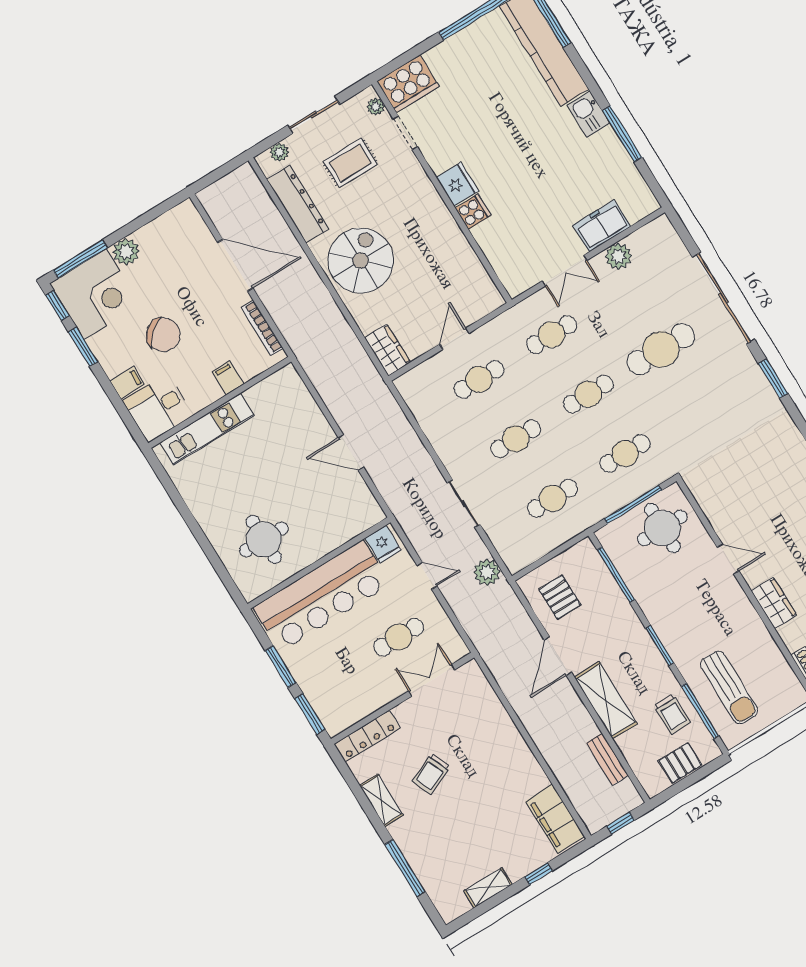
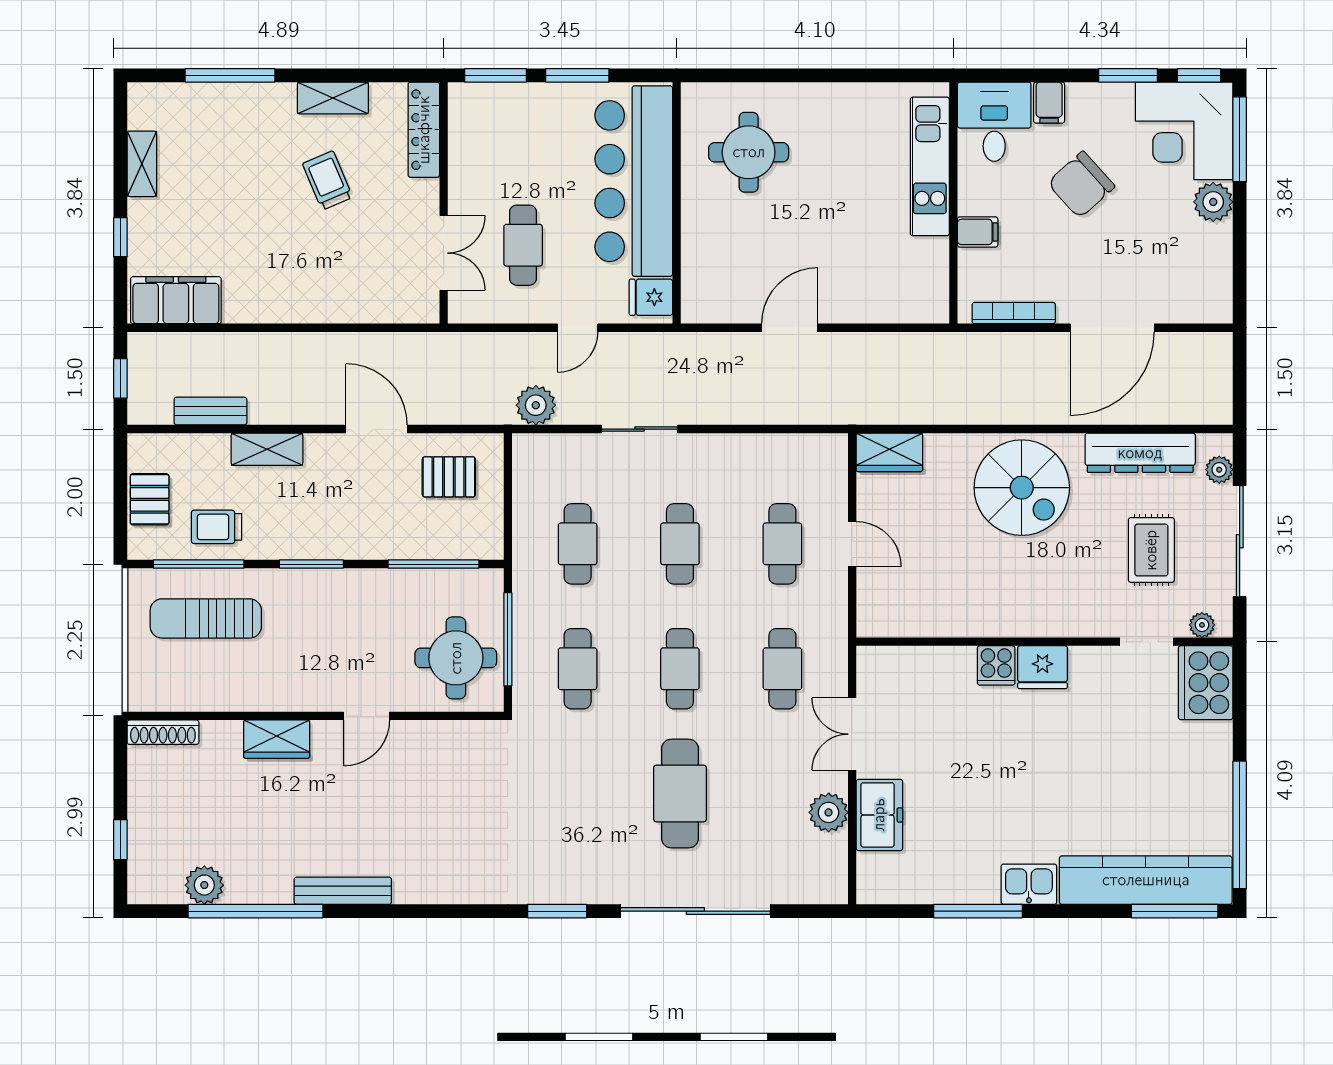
sliding door: (314, 115) -> (1240, 541), width x1.37
shelving: (606, 700) -> (267, 449), width x0.67, depth x0.75

